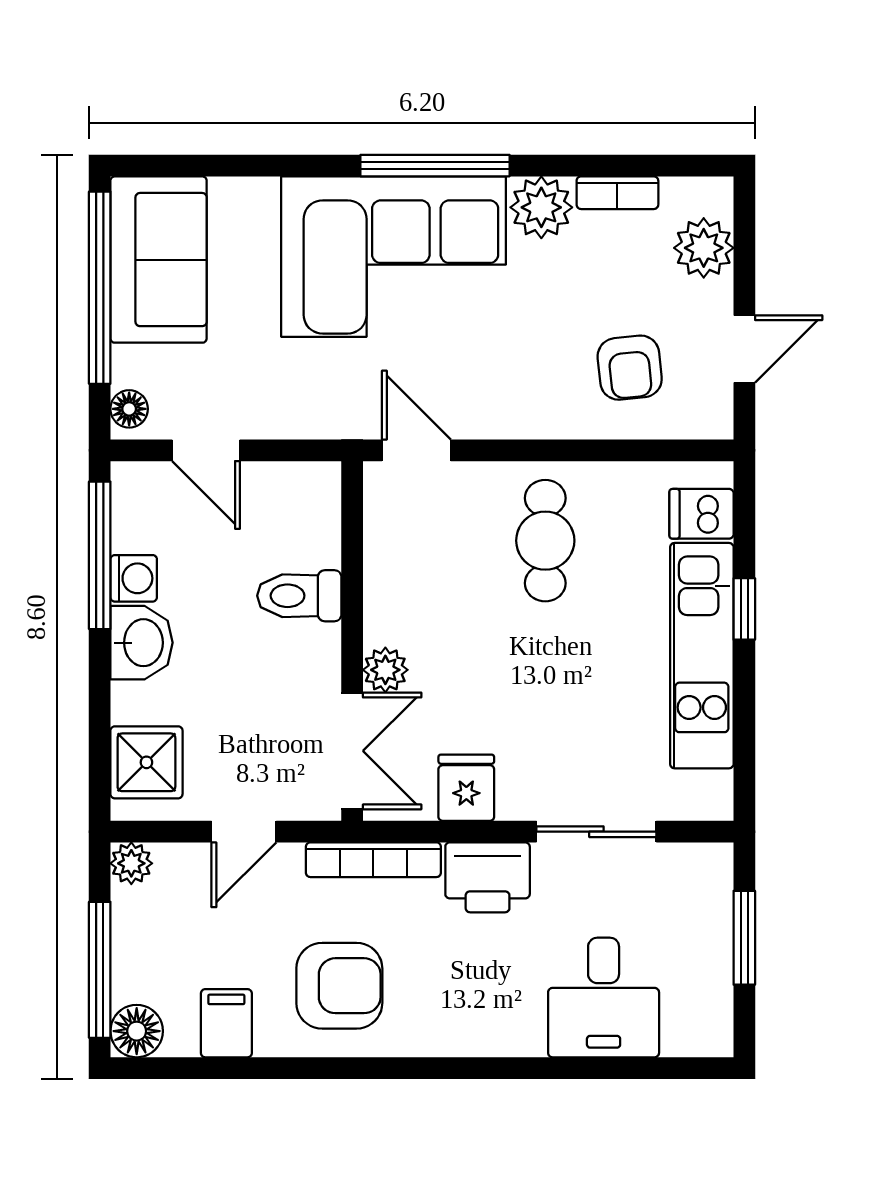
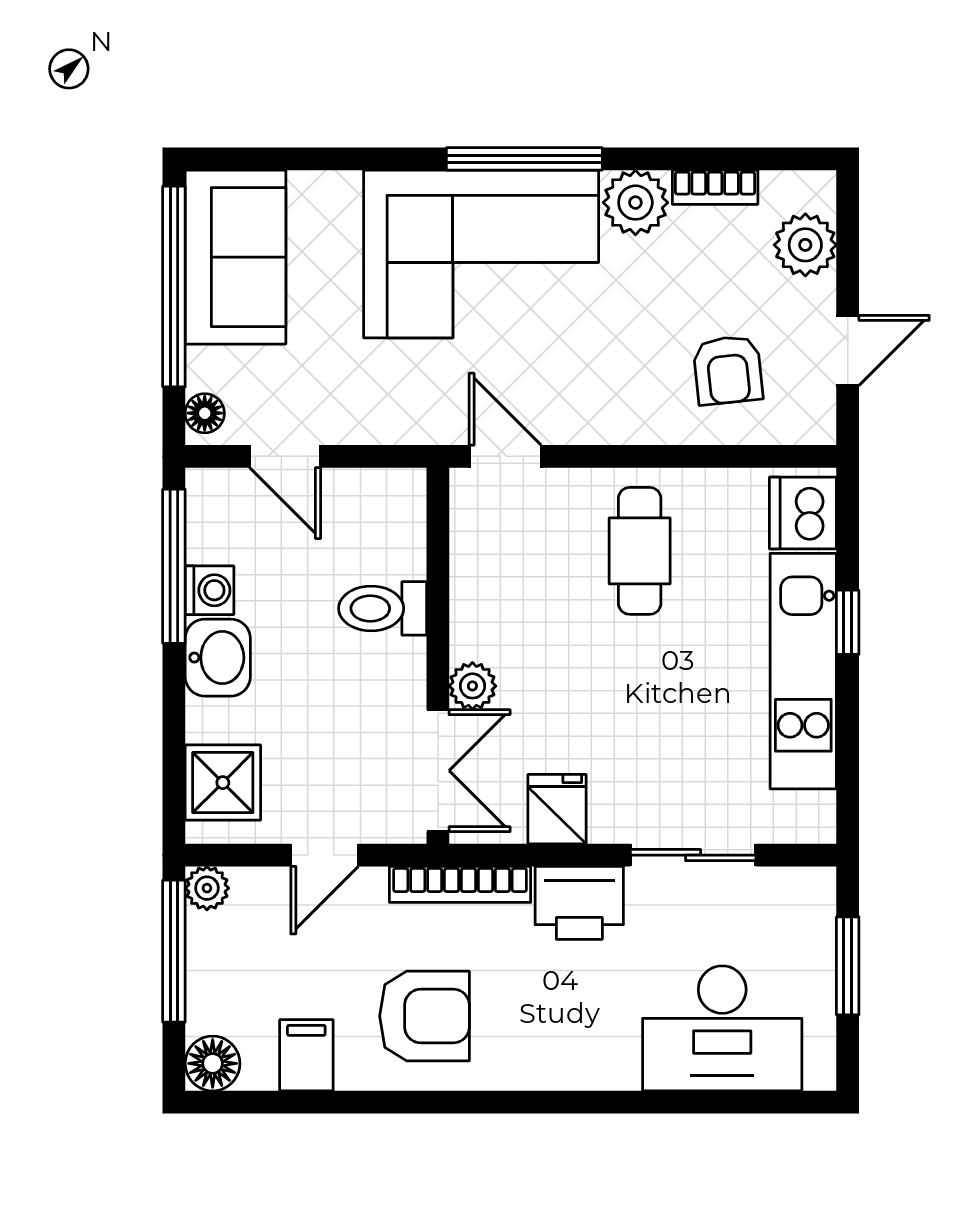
dishwasher: (701, 514) -> (803, 513), width x1.38
window: (100, 970) -> (174, 951), moved
desk: (604, 997) -> (722, 1028), width x1.37

